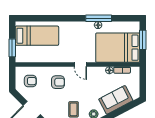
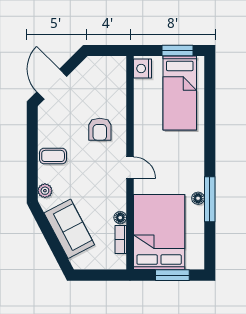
window: (12, 48) -> (178, 51), moved
nightstand: (23, 57) -> (143, 69), added
door: (80, 65) -> (130, 168), swing flipped
armchair: (30, 81) -> (102, 82), removed

